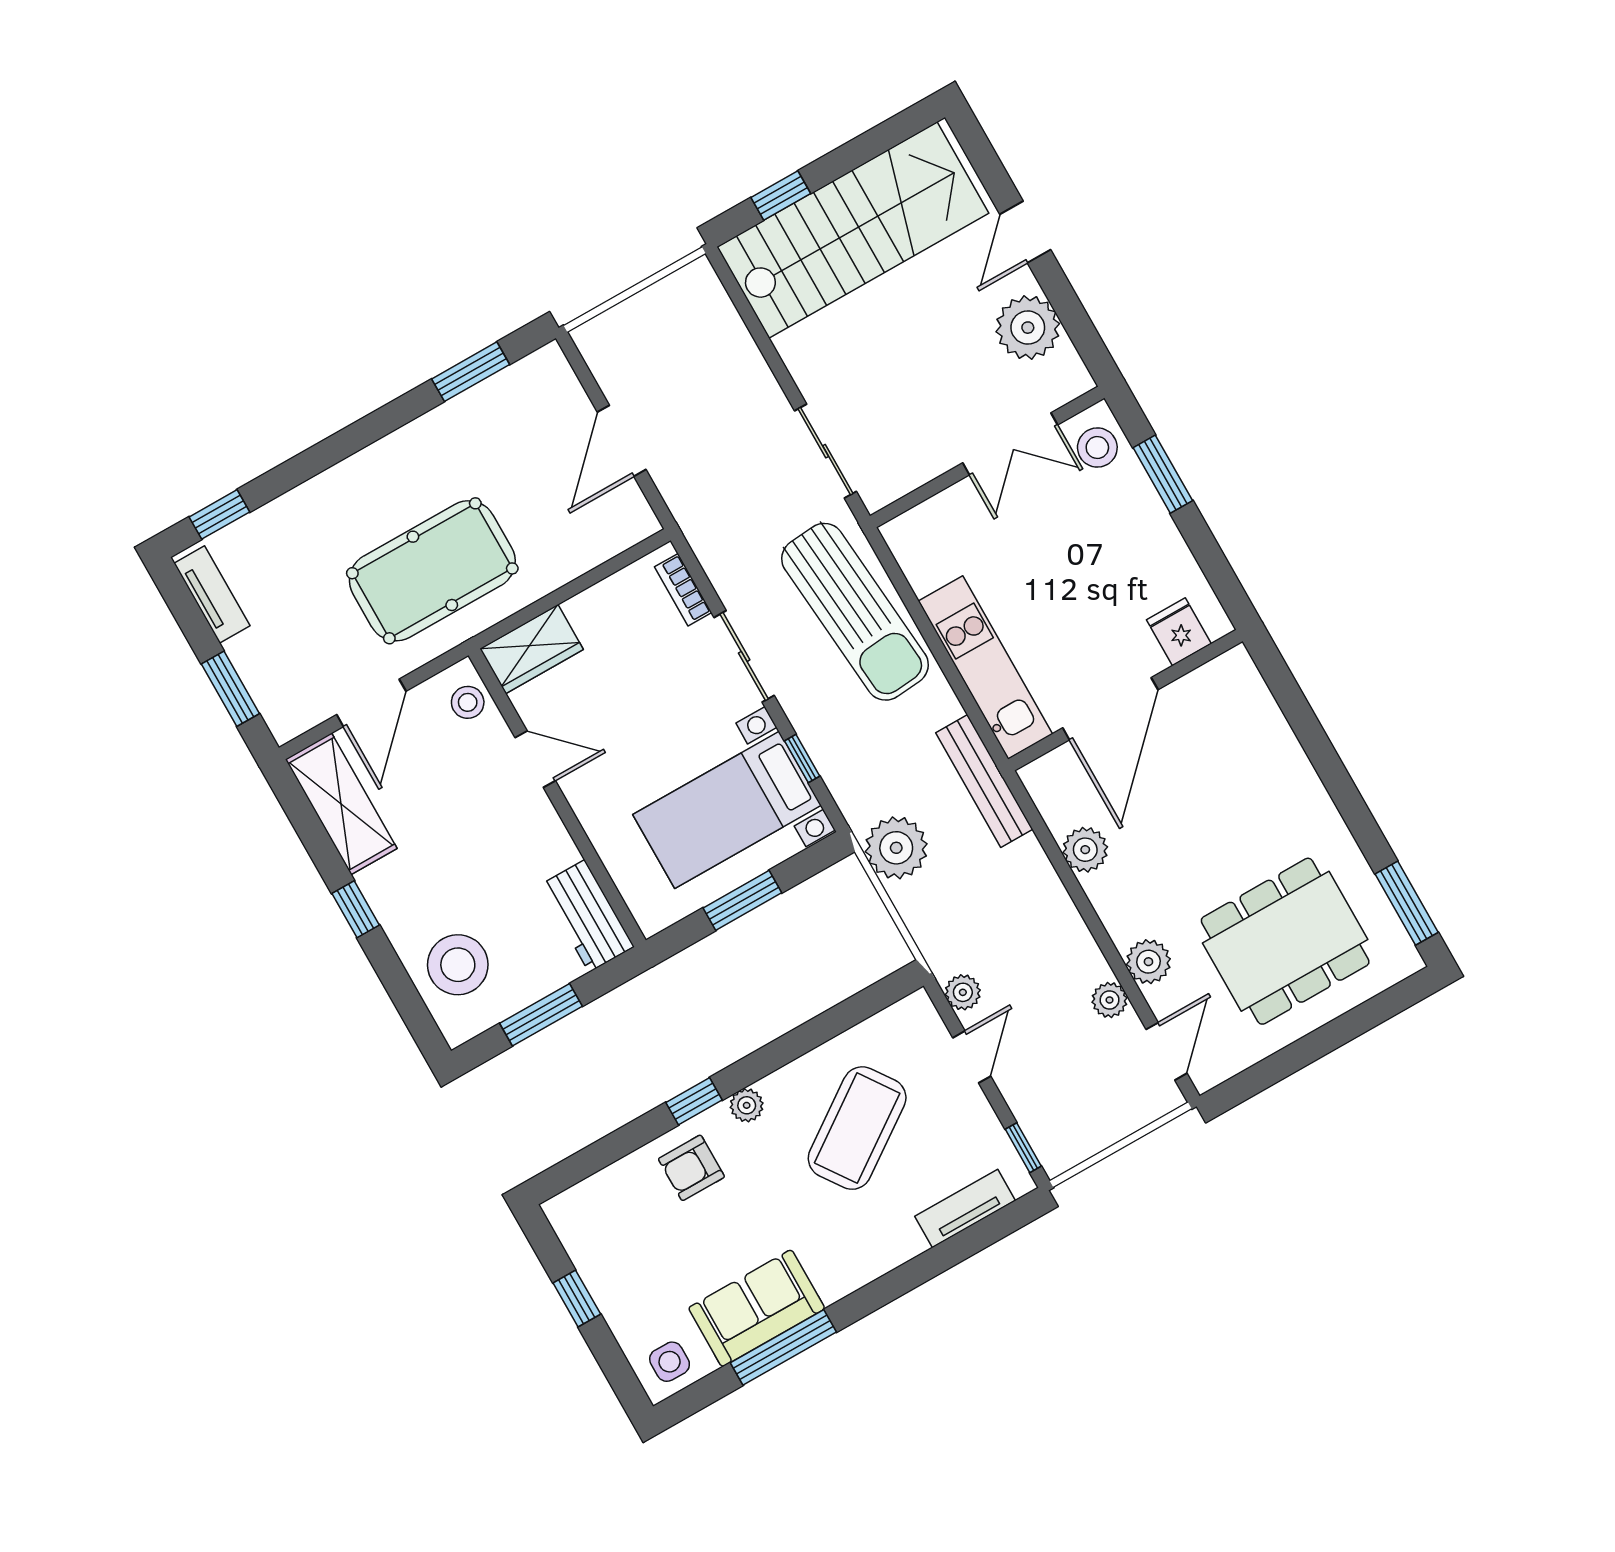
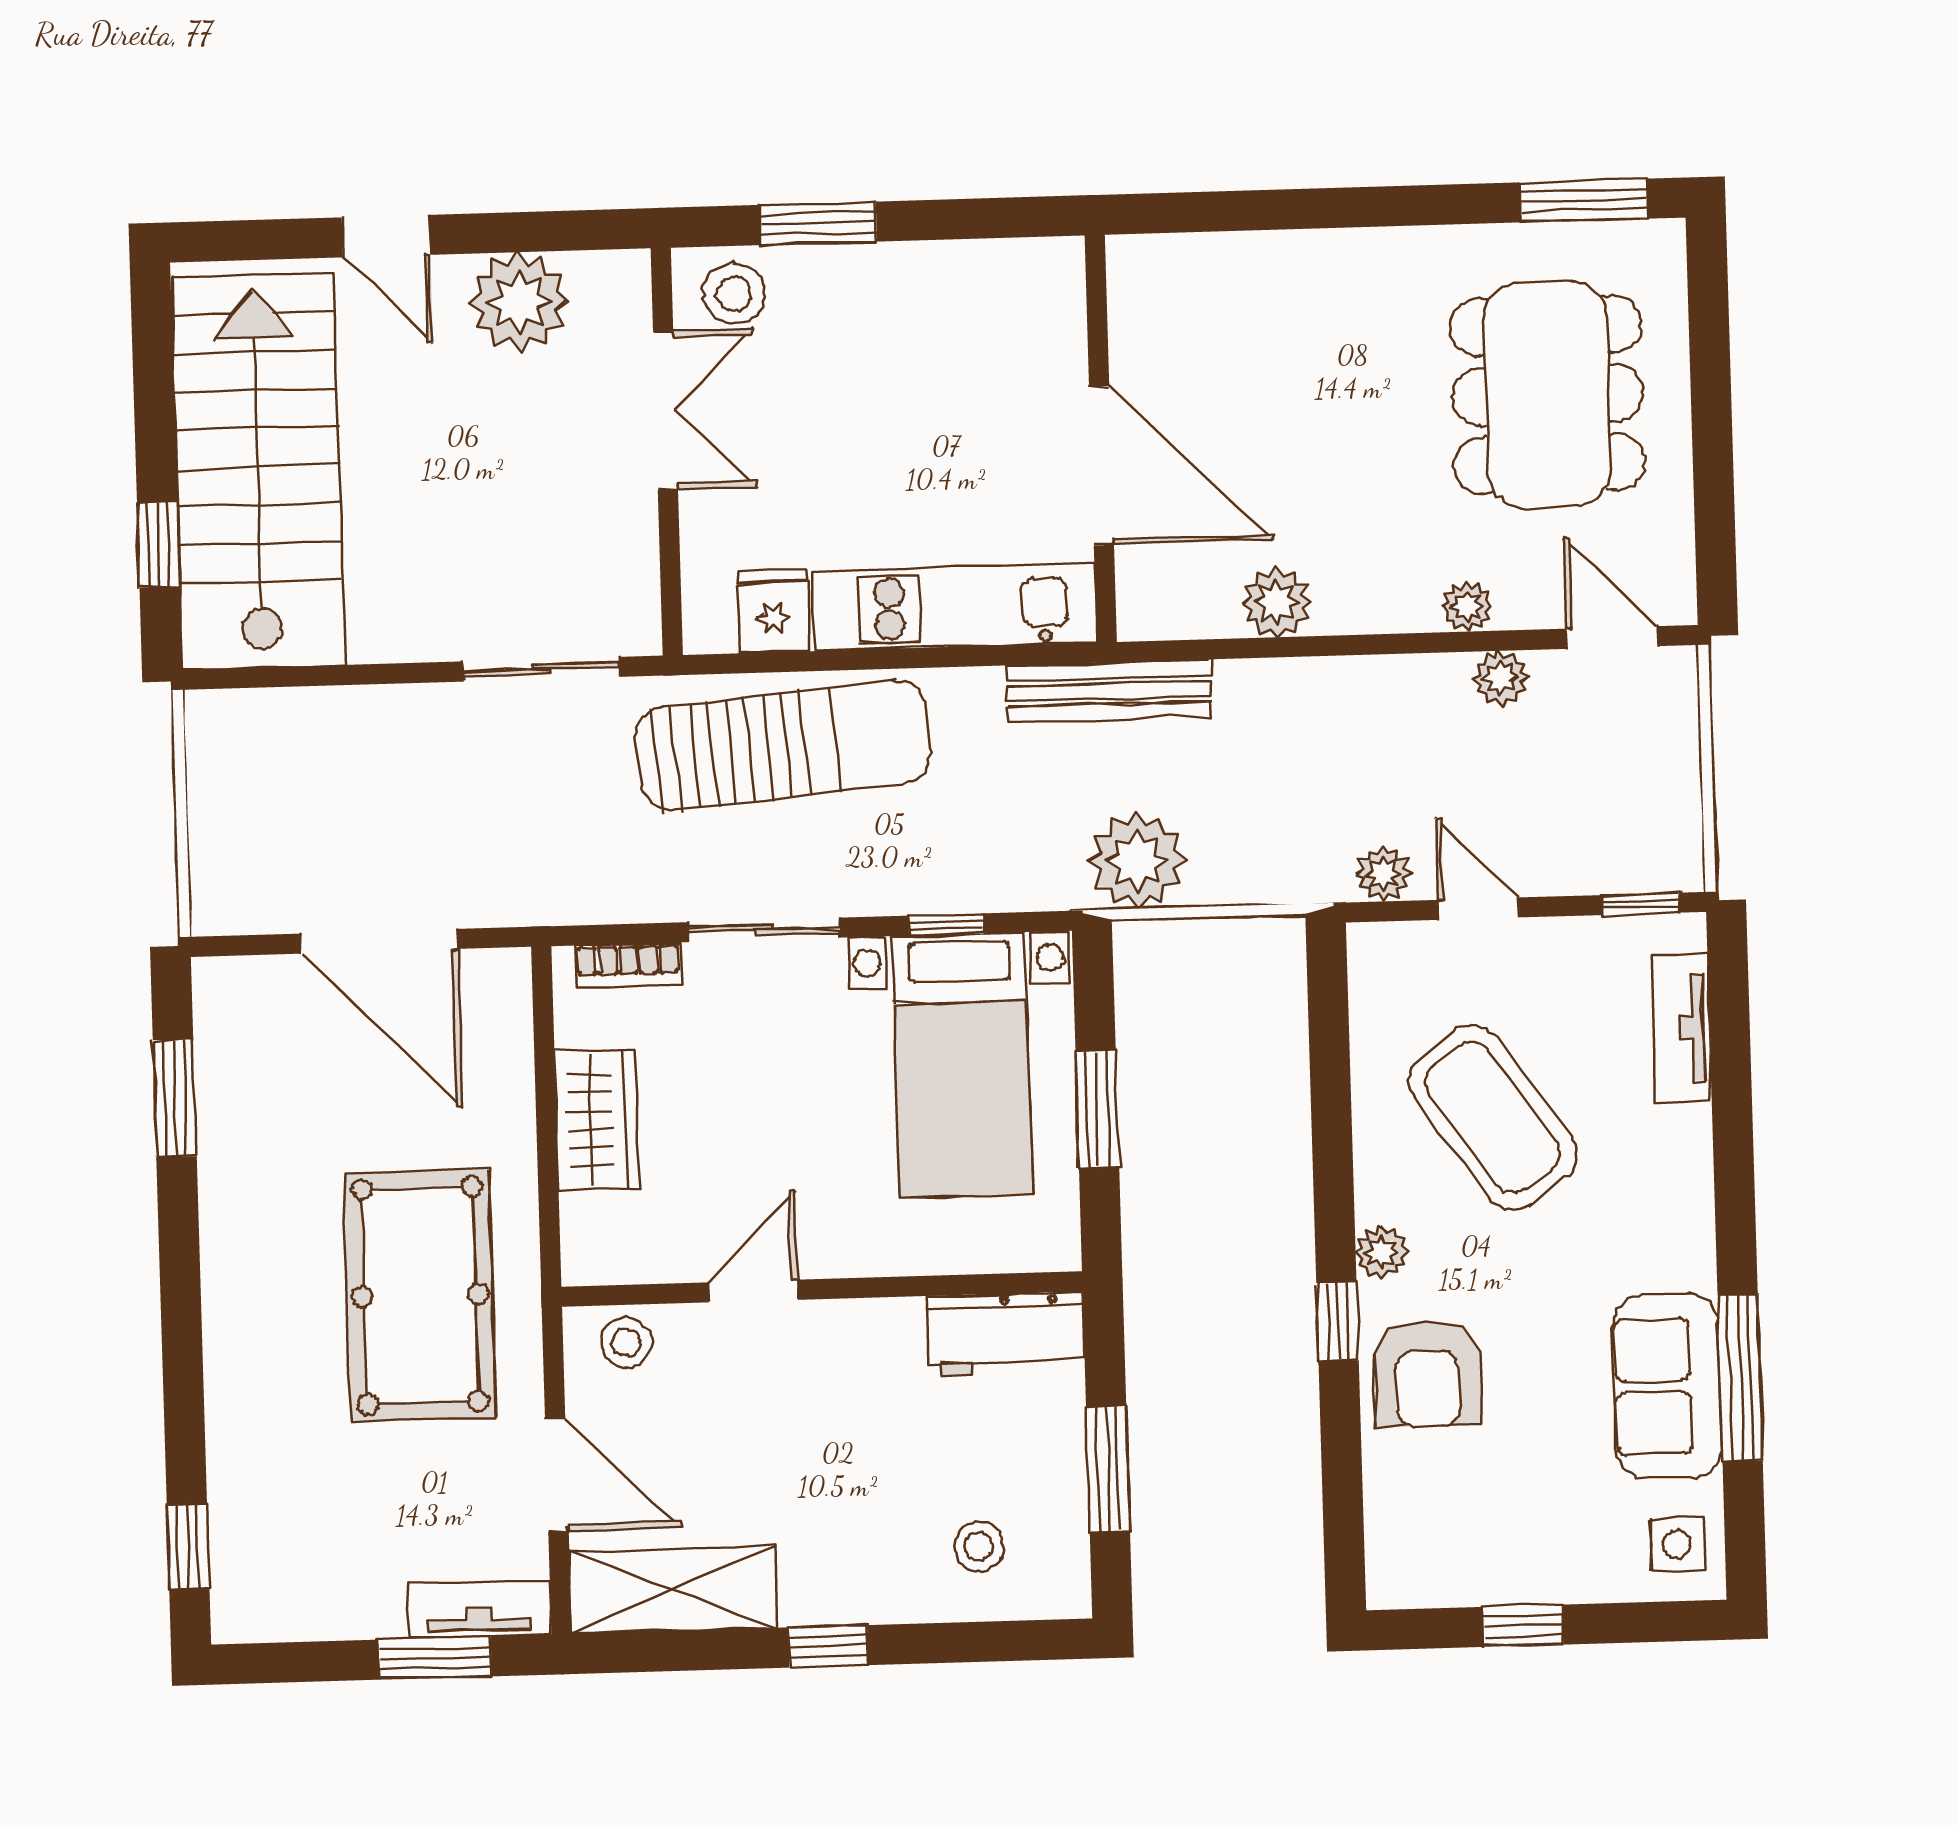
door: (622, 441) -> (379, 941), width x1.36
tv unit: (212, 594) -> (479, 1609), moved
fridge: (1179, 632) -> (773, 611), moved, turned 90
wardrobe: (532, 649) -> (597, 1120), moved
plant: (1148, 962) -> (1467, 607), width x0.73, depth x0.73
stool: (458, 965) -> (979, 1546), width x0.53, depth x0.53
armchair: (691, 1168) -> (1427, 1374), width x1.38, depth x1.38

